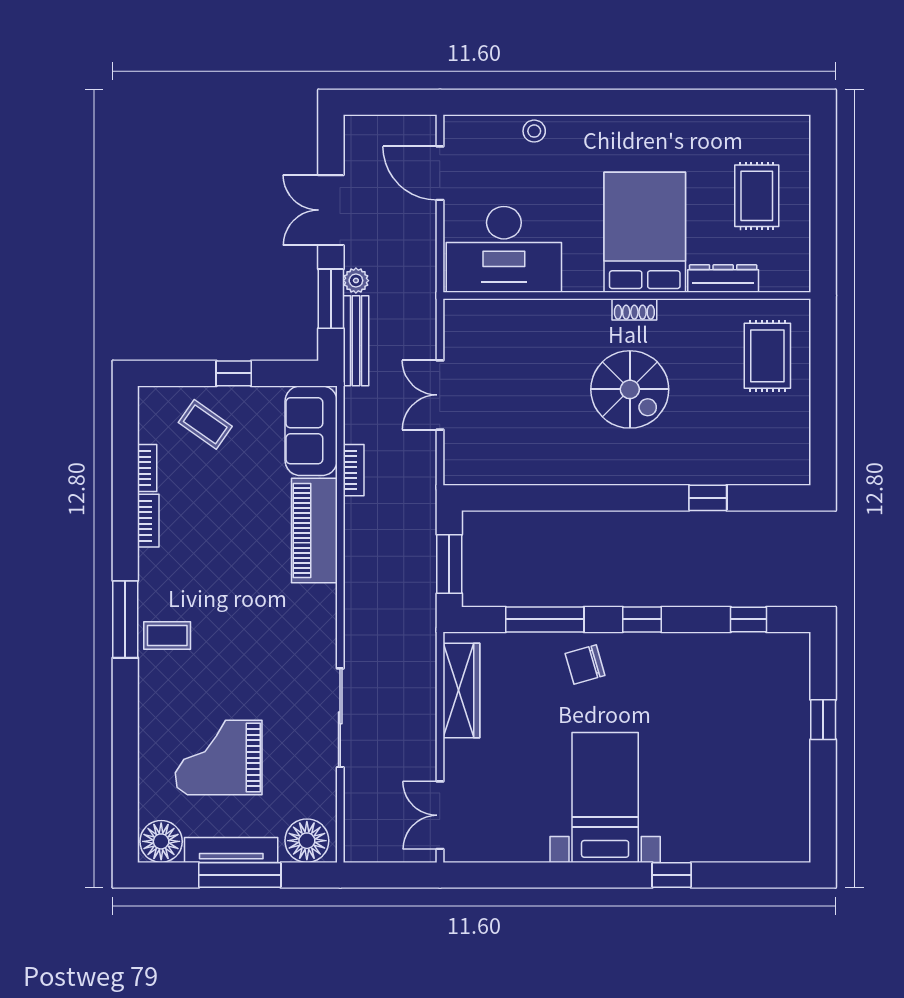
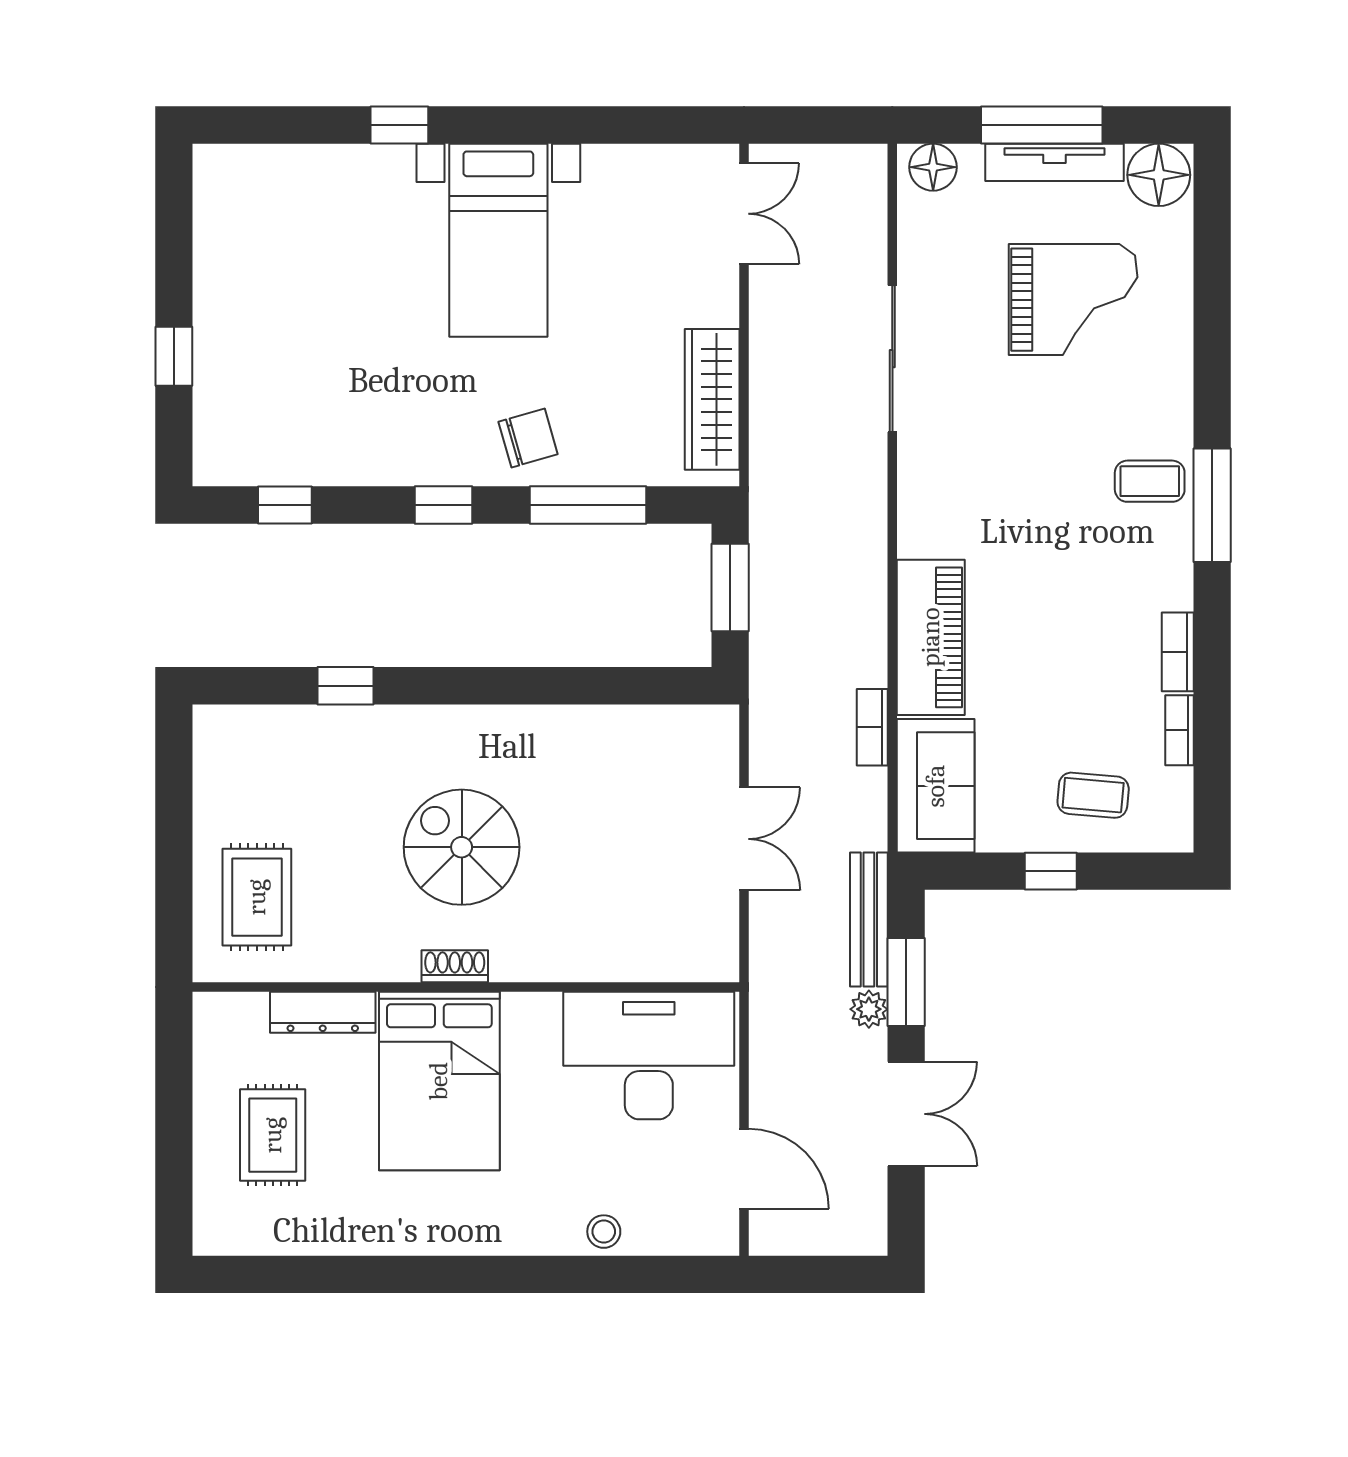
coffee table: (205, 424) -> (1093, 795), turned -30
floor lamp: (307, 841) -> (933, 167), width x0.73, depth x0.73

